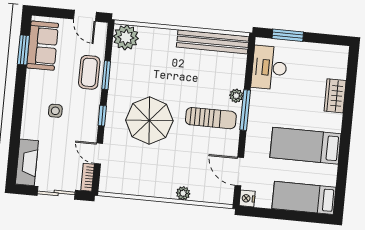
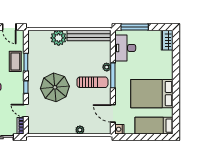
window: (288, 35) -> (135, 27), width x1.44
plant: (126, 37) -> (59, 38), moved
wardrobe: (335, 96) -> (167, 40), moved
bed: (305, 146) -> (152, 94), width x1.50

